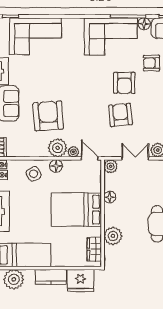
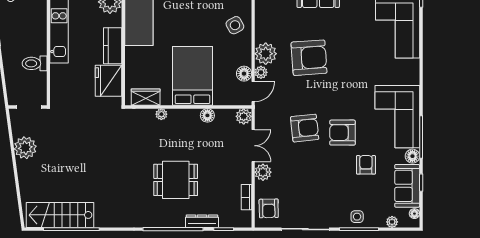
armchair: (48, 116) -> (309, 58), moved
floor lamp: (56, 166) -> (244, 74), moved
plant: (113, 236) -> (161, 114), width x0.53, depth x0.53

